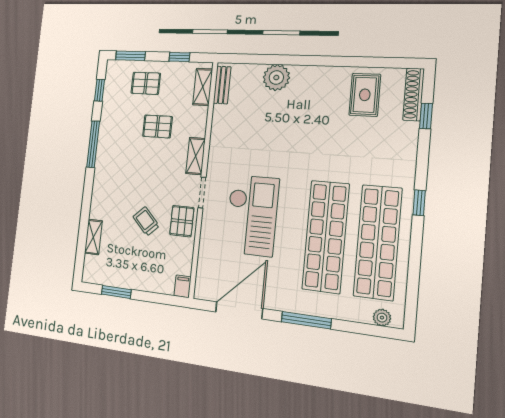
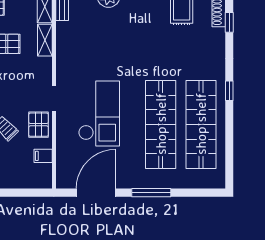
shelving: (196, 156) -> (45, 40), moved
filing cabinet: (183, 286) -> (43, 156), moved, turned -90
plant: (382, 318) -> (209, 182), removed

